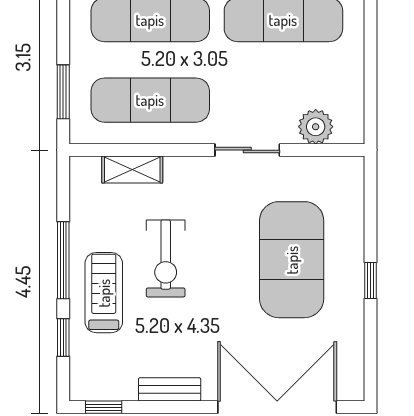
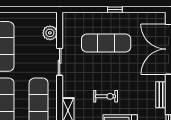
exercise bike: (166, 258) -> (106, 96), width x0.73, depth x0.72
exercise mat: (292, 260) -> (106, 43), width x0.68

